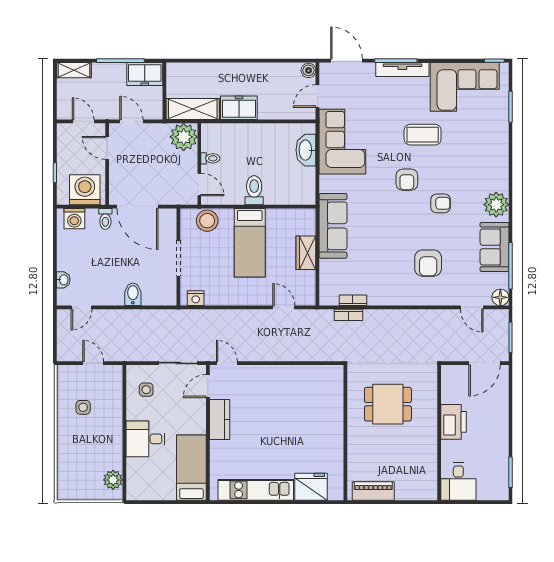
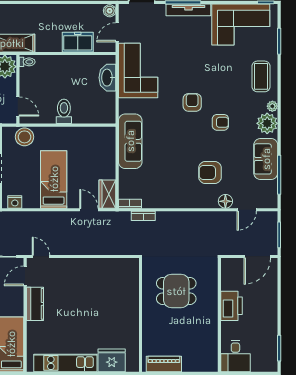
freezer: (239, 108) -> (78, 42), moved
coffee table: (423, 135) -> (261, 76), moved, turned 90
toilet: (210, 158) -> (27, 62), moved
armchair: (407, 180) -> (192, 102), turned 180
plant: (502, 184) -> (272, 106), added
bed: (250, 243) -> (54, 179), moved, turned 180
wardrobe: (306, 253) -> (107, 194), moved
armchair: (428, 263) -> (210, 172), turned 90
floor lamp: (500, 297) -> (225, 201), moved
bookcase: (353, 300) -> (130, 204), moved
door: (472, 307) -> (247, 210), hinge flipped

